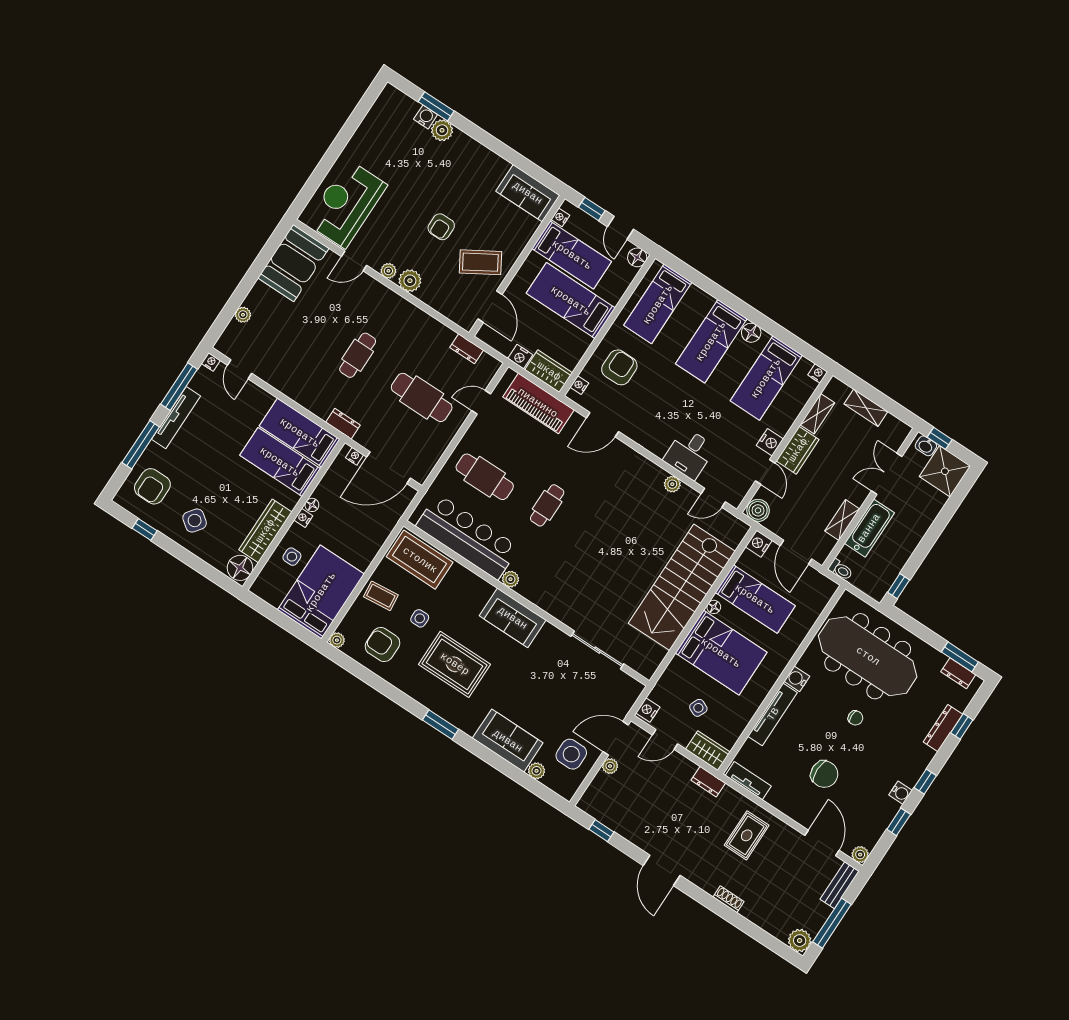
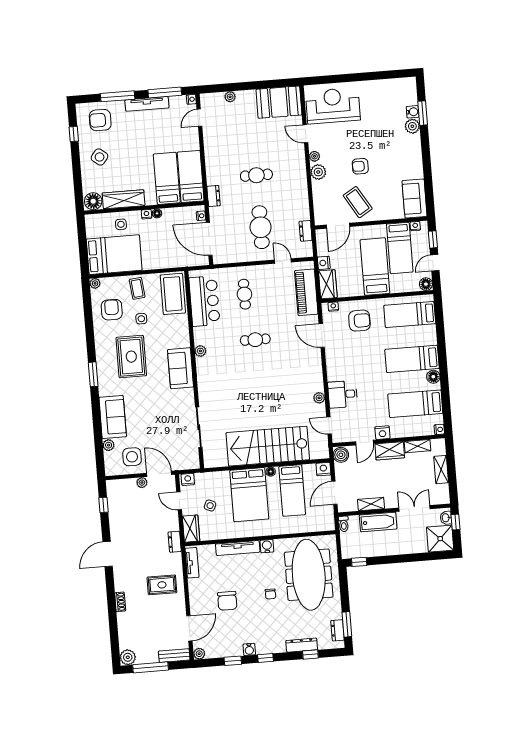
cafe table: (485, 477) -> (244, 294), width x0.73, depth x0.74
bar counter: (467, 537) -> (204, 301), width x0.73

